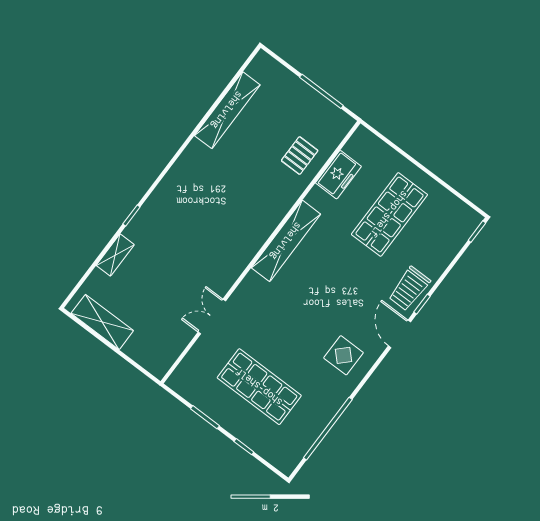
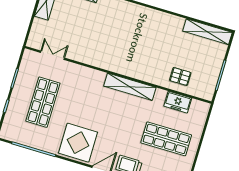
shelving: (227, 110) -> (207, 32), moved
double door: (212, 317) -> (52, 55), moved
display table: (344, 355) -> (78, 143), width x1.86, depth x1.86

